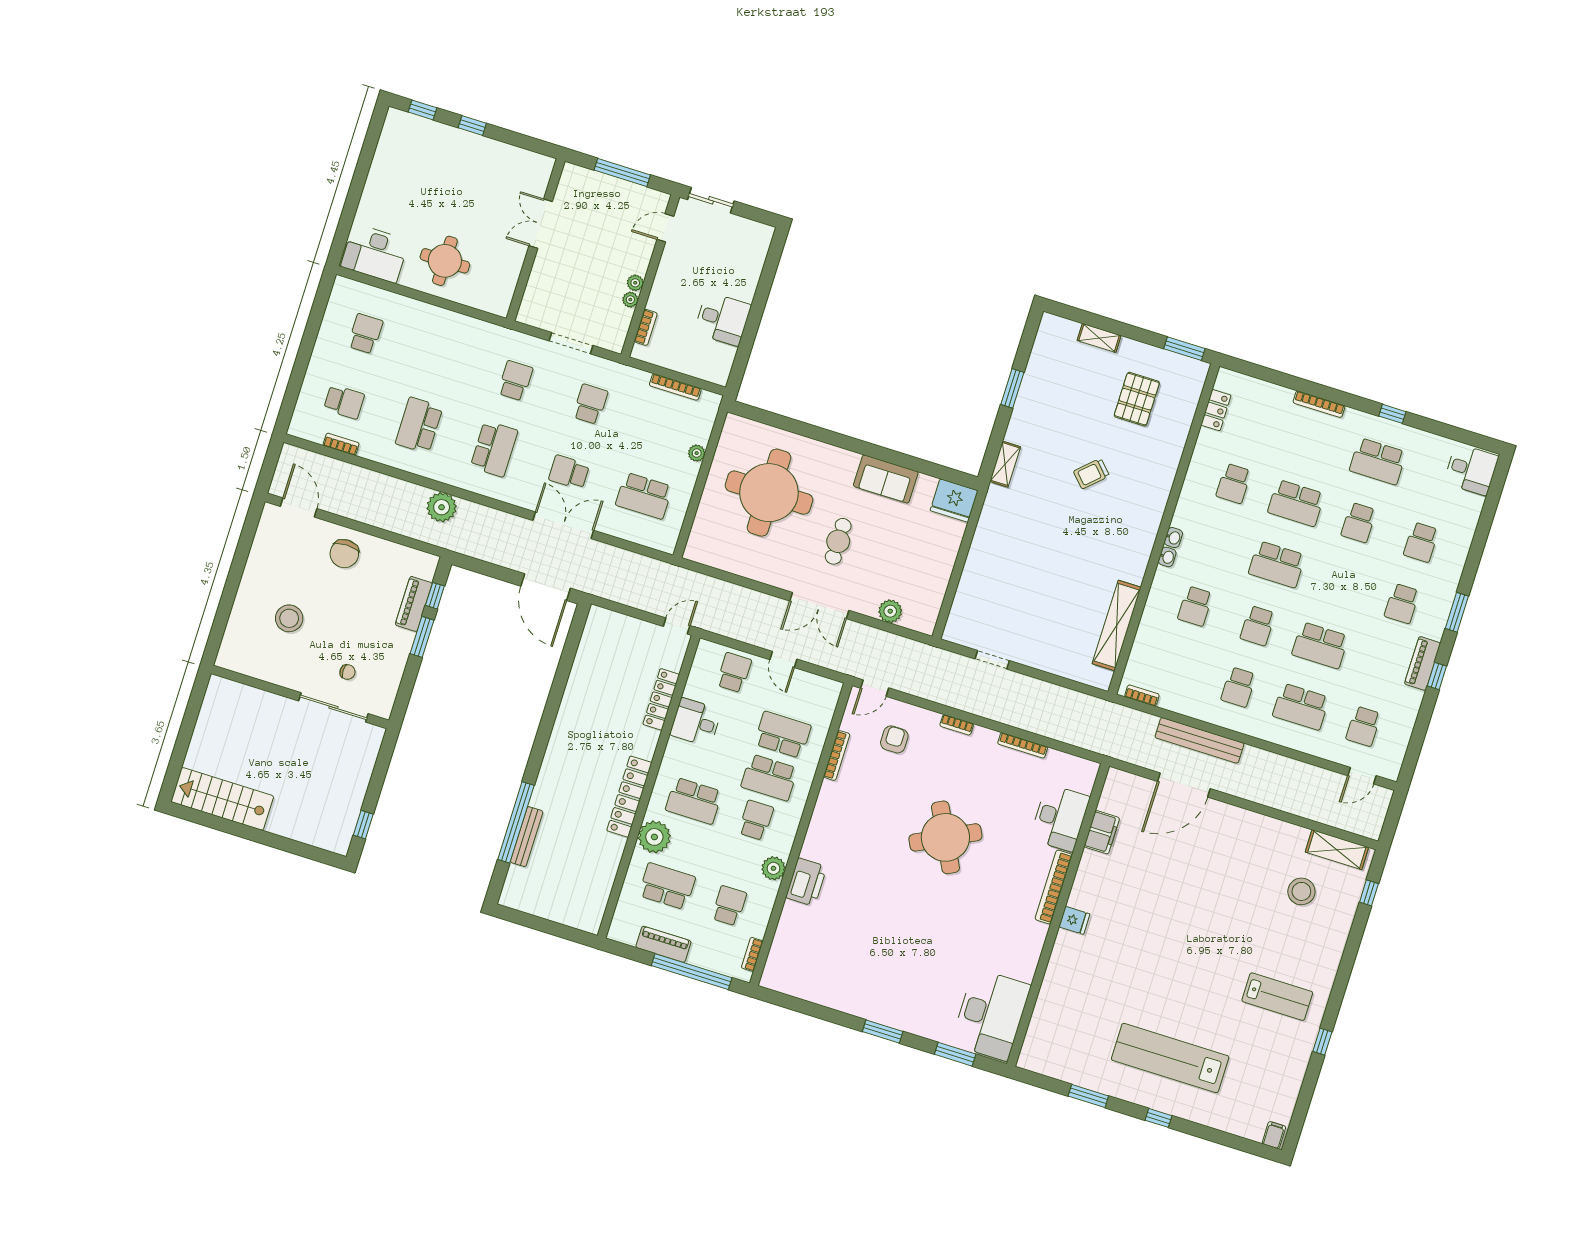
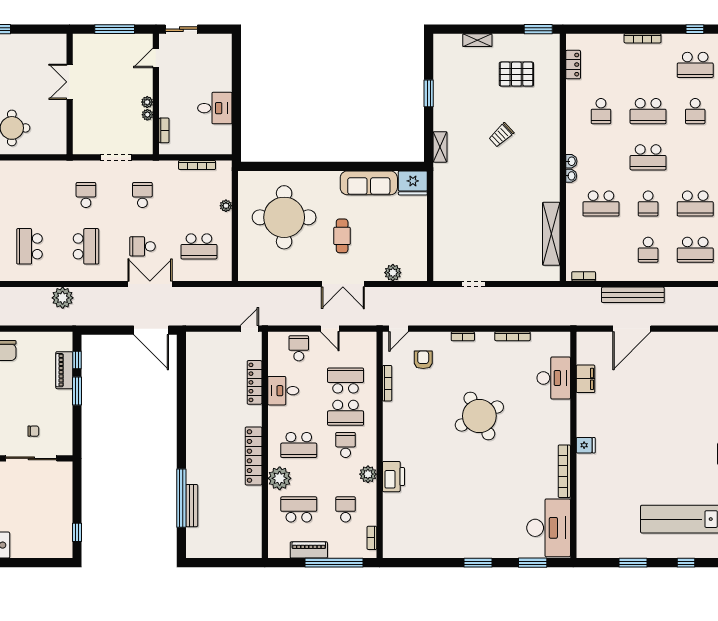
pallet: (1137, 399) -> (516, 74), turned 90
sofa: (886, 479) -> (369, 183), width x1.36
school desk: (1195, 606) -> (601, 204), width x1.85
bookcase: (1054, 887) -> (564, 471), moved

